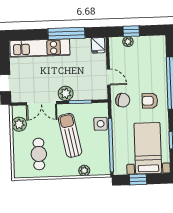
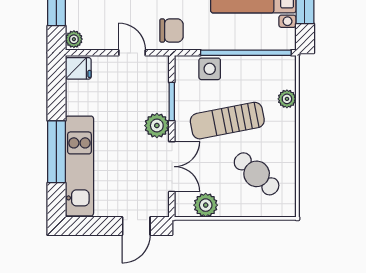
window: (66, 33) -> (56, 152), moved
plant: (128, 42) -> (74, 39), moved
door: (109, 77) -> (132, 53), hinge flipped
chair: (123, 100) -> (171, 31), turned 77
cafe table: (39, 154) -> (257, 174), turned 42

